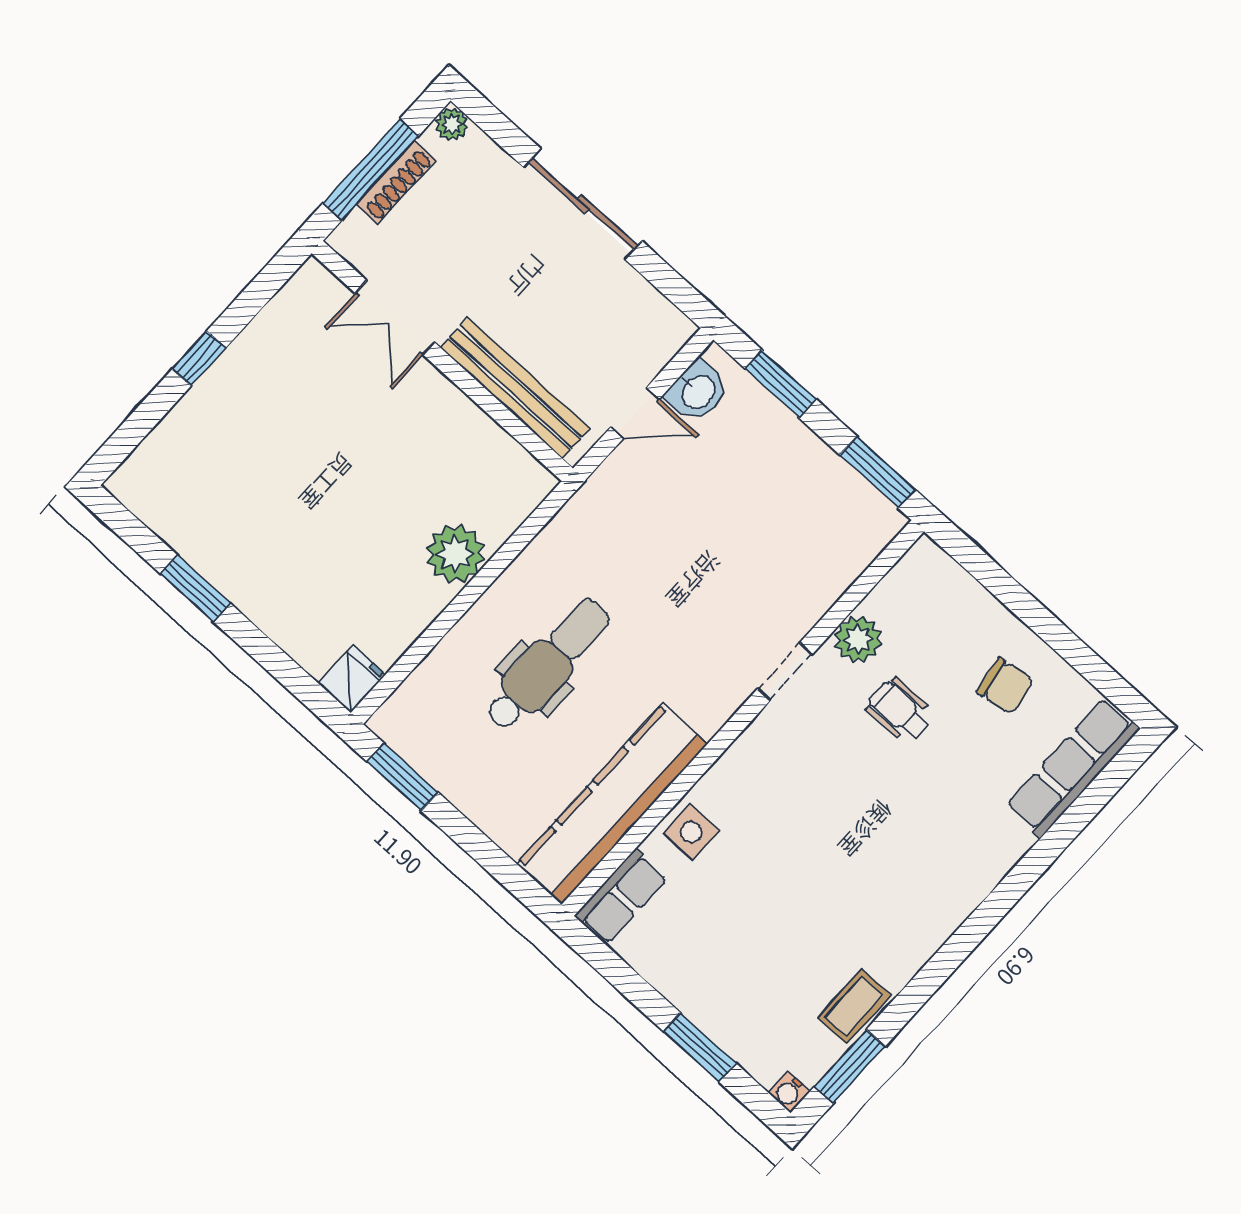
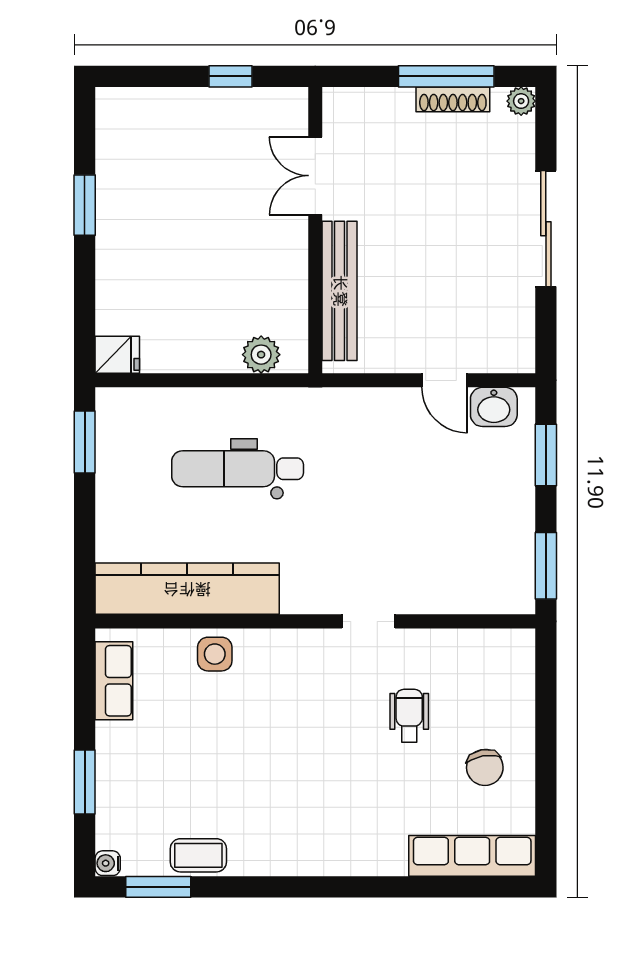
double door: (395, 318) -> (315, 176), moved
wall: (442, 361) -> (315, 230), moved
bench: (515, 388) -> (340, 291), moved
plant: (455, 554) -> (261, 355), width x0.73, depth x0.73
plant: (858, 639) -> (430, 649), removed
dental chair: (547, 665) -> (238, 469), turned 180
row of seats: (621, 897) -> (114, 681), moved, turned -90

